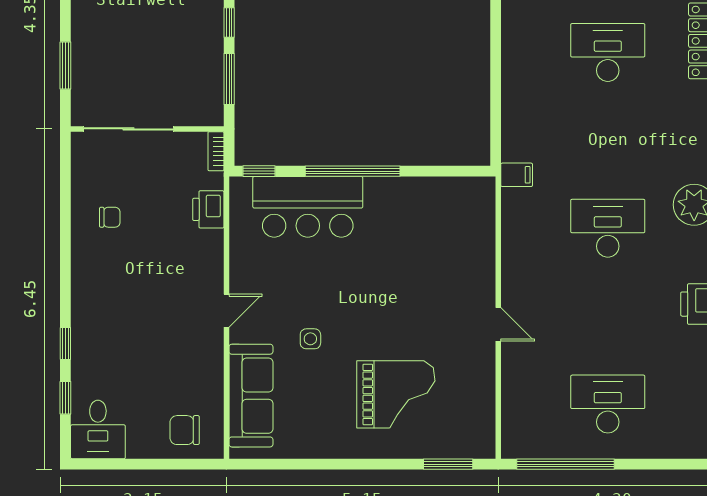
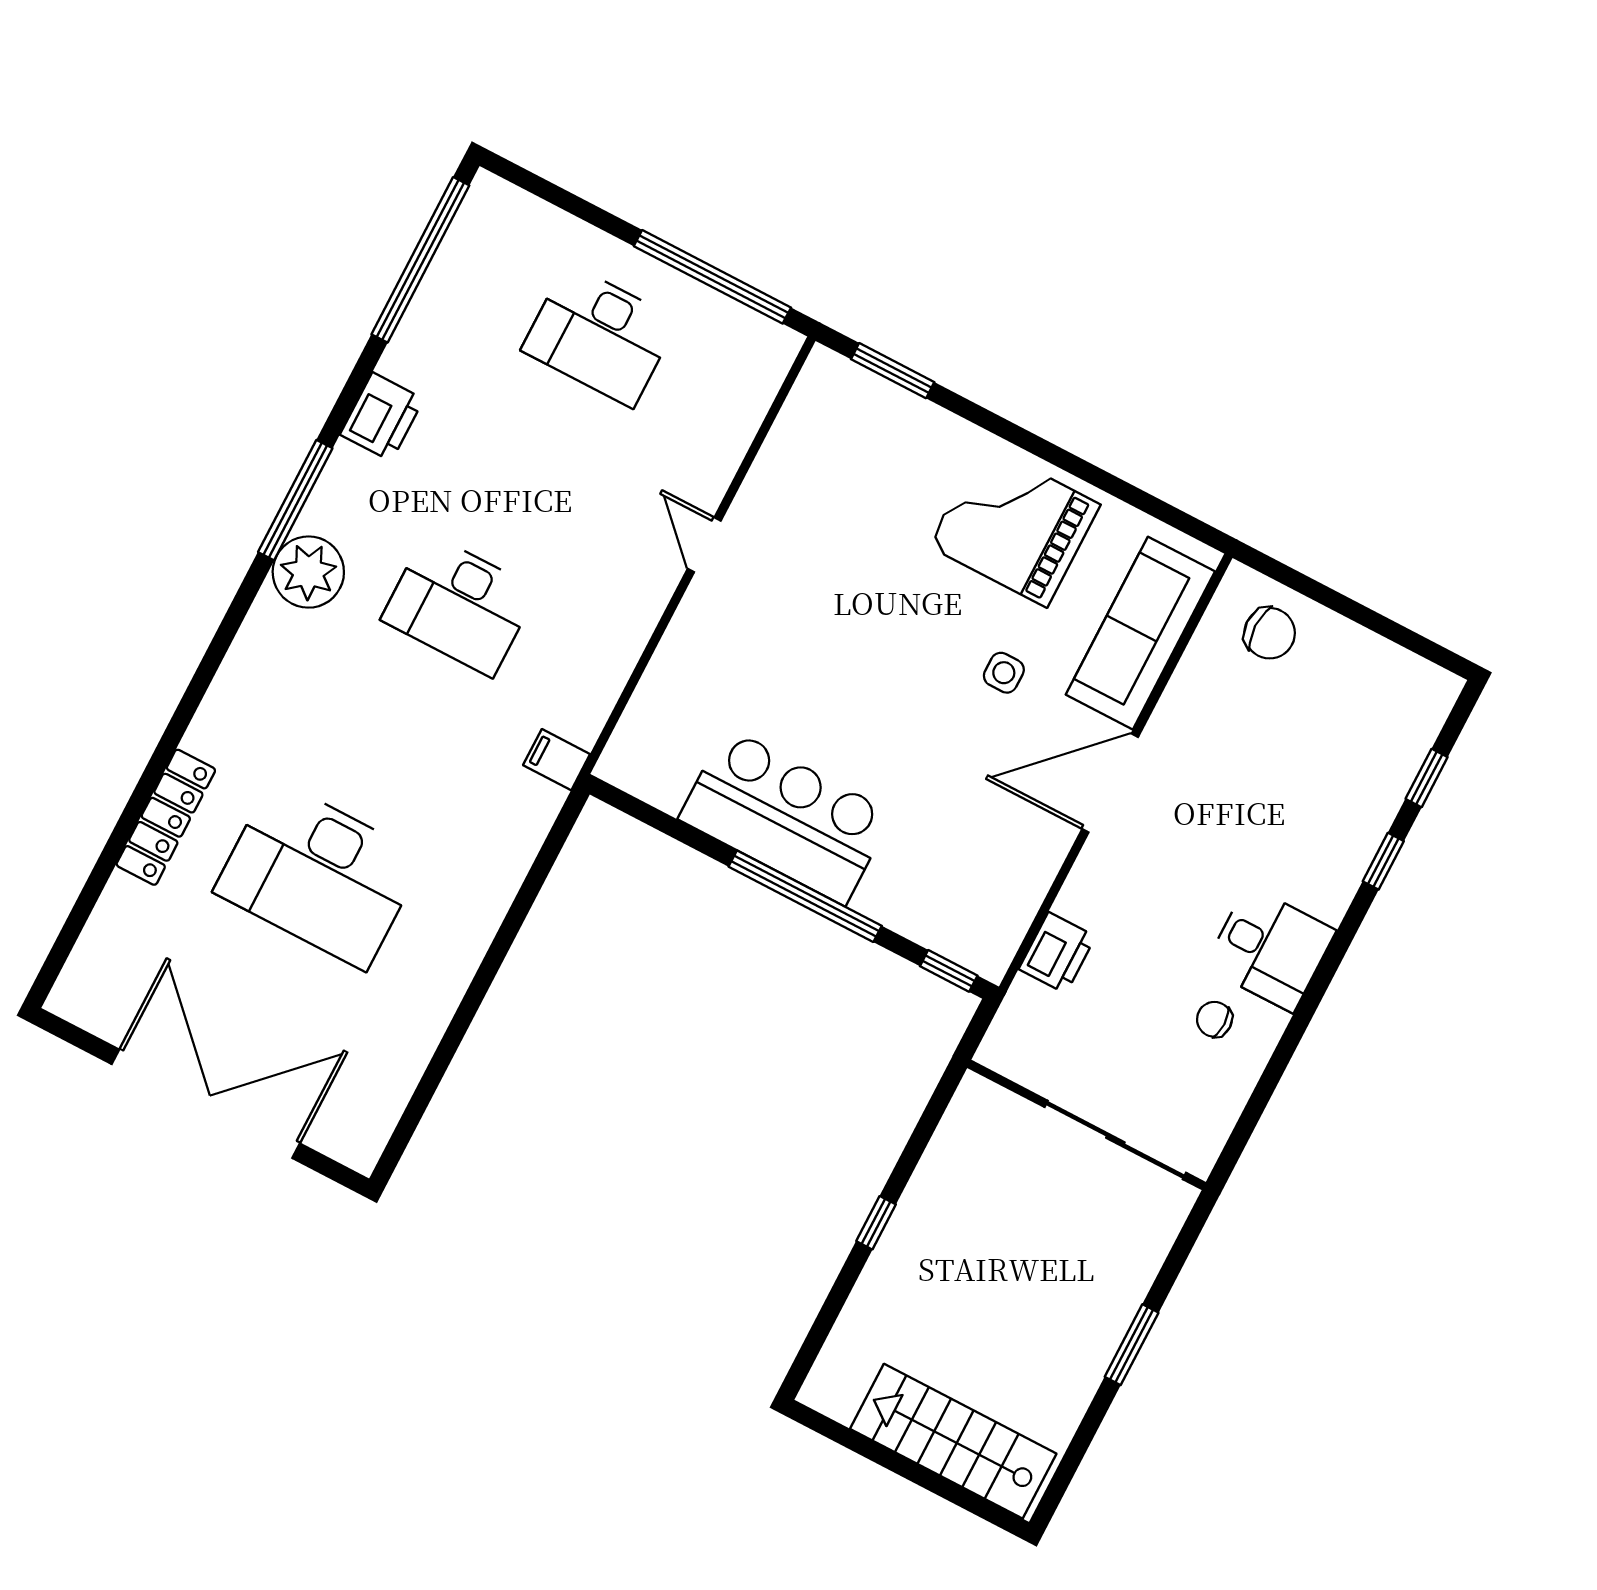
desk: (608, 52) -> (319, 874), width x1.36, depth x1.30
window: (65, 66) -> (1132, 1345), moved
window: (229, 79) -> (921, 1136), removed
bookcase: (216, 151) -> (999, 1036), removed
bar counter: (308, 207) -> (786, 816), moved
door: (226, 311) -> (1110, 783), width x1.87
grand piano: (396, 394) -> (1014, 525), moved
desk: (98, 429) -> (1270, 949), moved, turned 90

